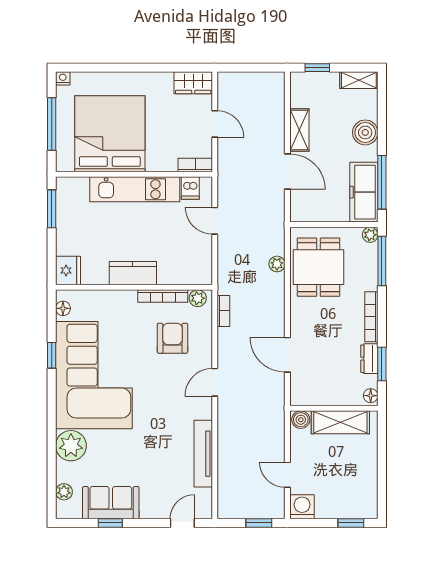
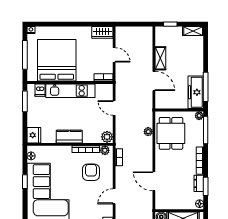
boiler: (365, 132) -> (197, 60), removed
dishwasher: (190, 188) -> (40, 90), moved
plant: (202, 273) -> (107, 137), added

